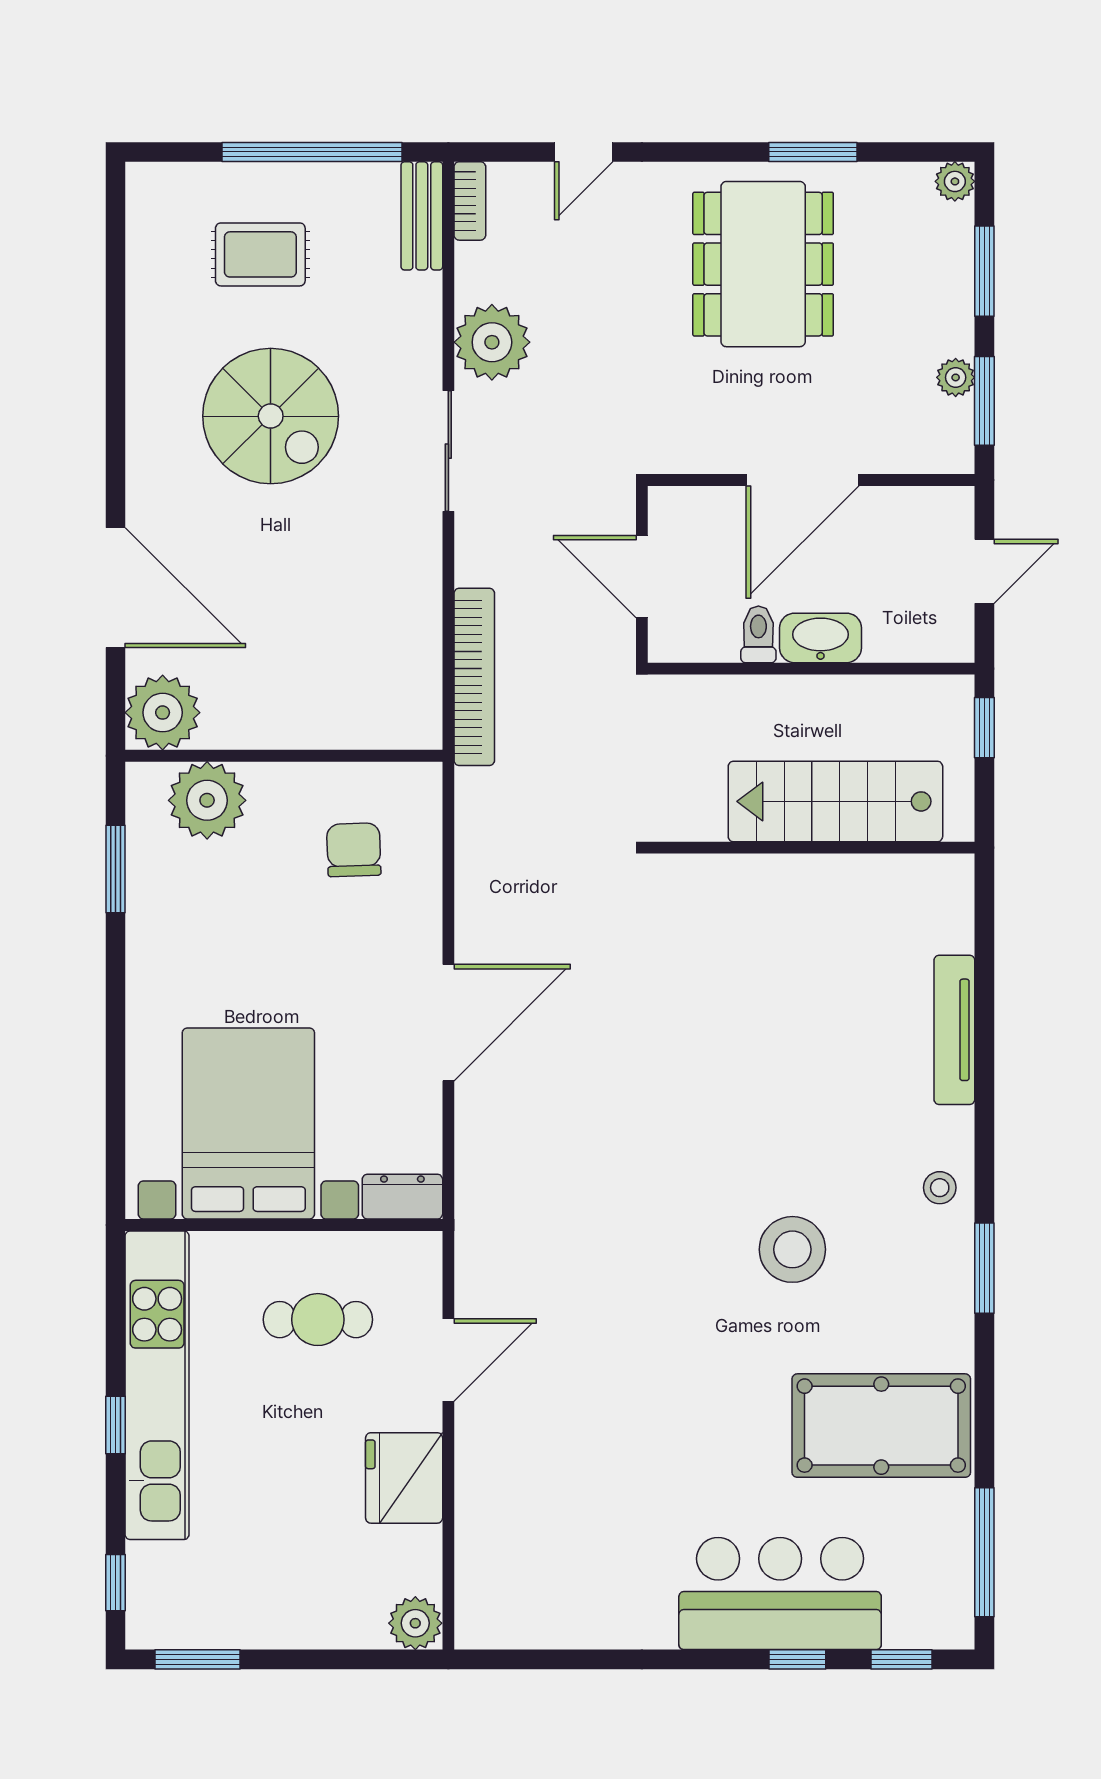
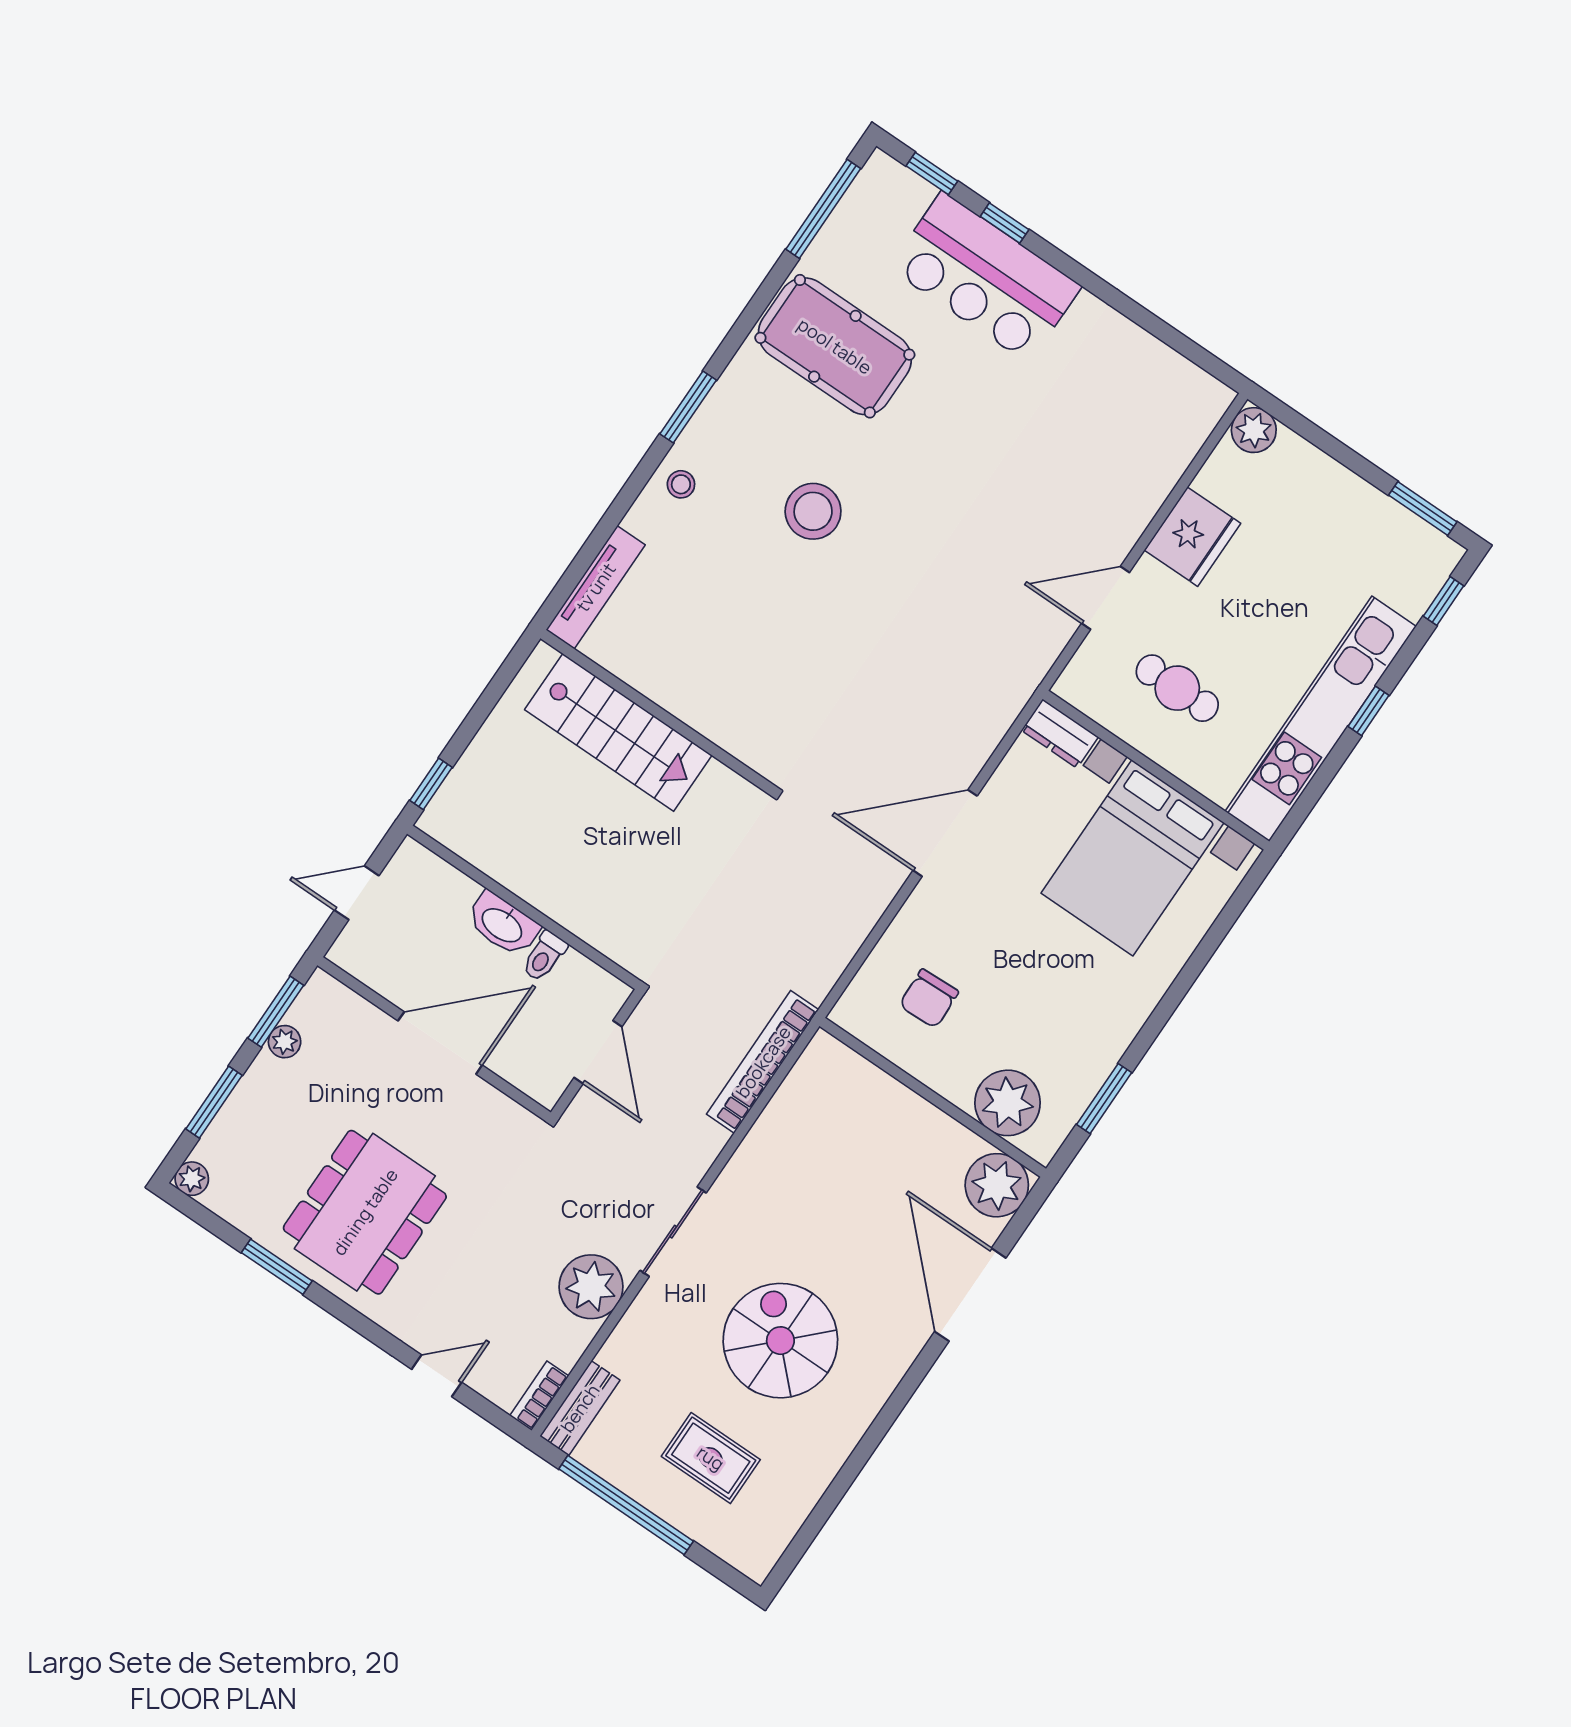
stairs: (835, 801) -> (618, 732), moved
wall: (811, 848) -> (657, 712), moved

